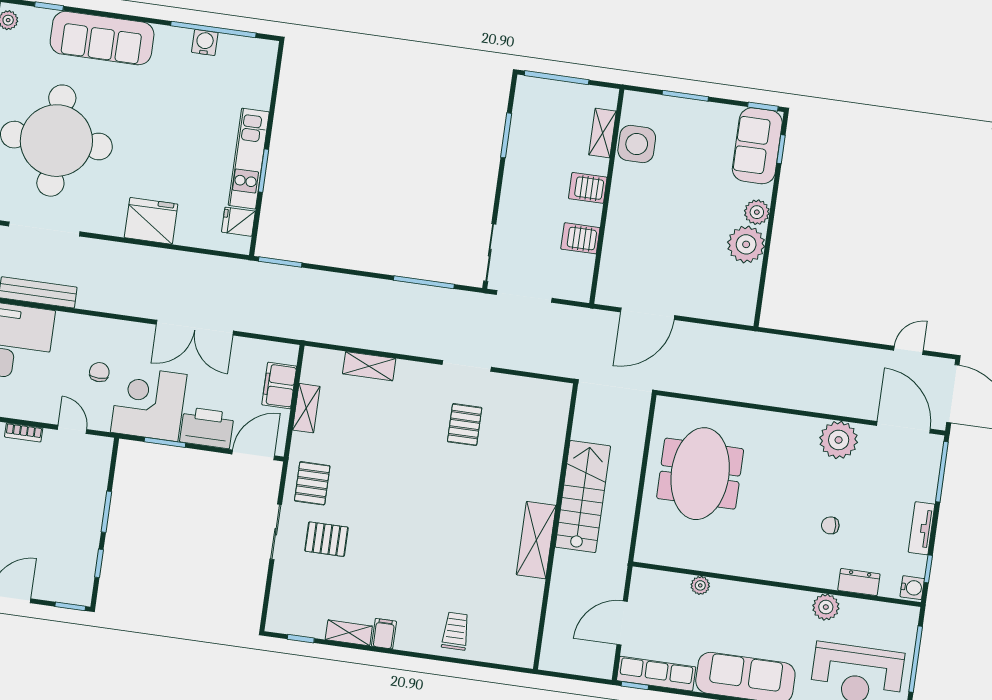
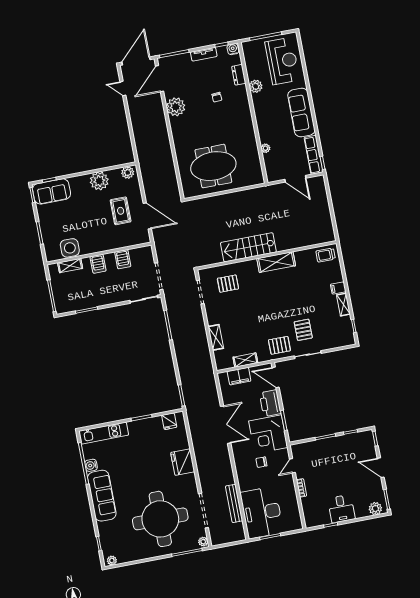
sofa: (102, 38) -> (102, 496), moved
kitchen unit: (249, 159) -> (104, 433), moved
plant: (757, 212) -> (128, 172), moved
rug: (675, 266) -> (121, 211), added
stairs: (583, 497) -> (248, 247), moved
wall: (556, 526) -> (267, 255), moved
shelving: (536, 540) -> (276, 262), moved

